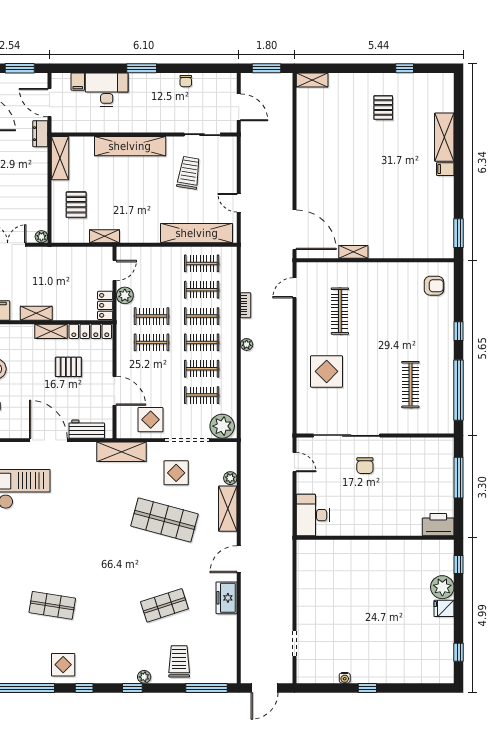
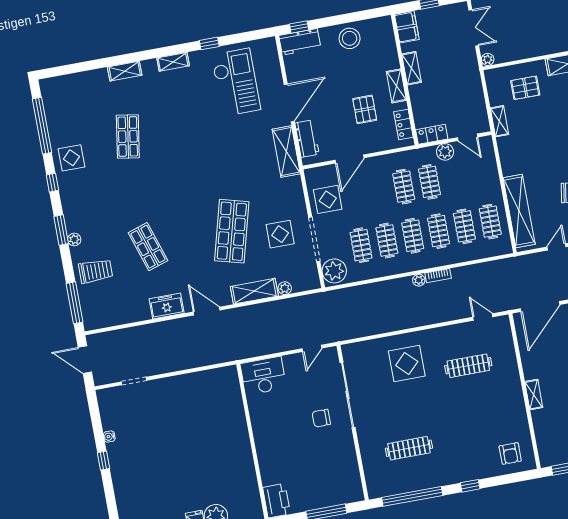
shelving: (353, 252) -> (534, 395), moved
bookcase: (246, 305) -> (438, 276), moved
locker: (90, 331) -> (403, 124), width x0.66
shelving: (121, 452) -> (286, 152), moved
window: (132, 688) -> (61, 230), width x1.50

